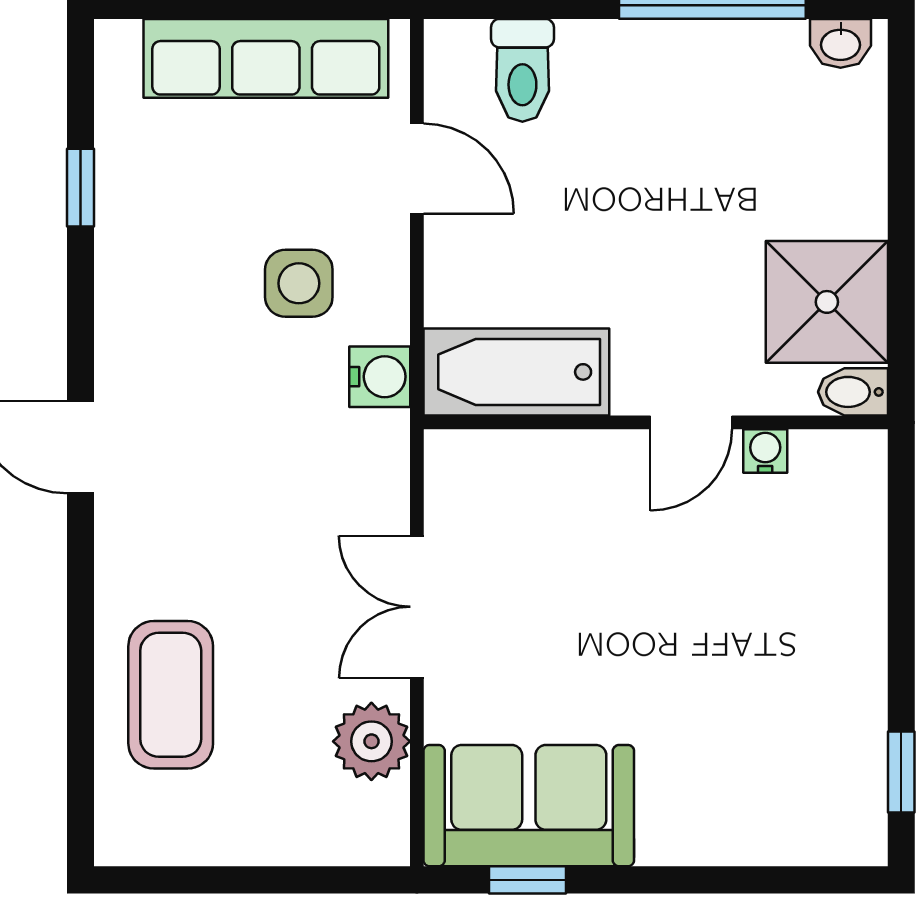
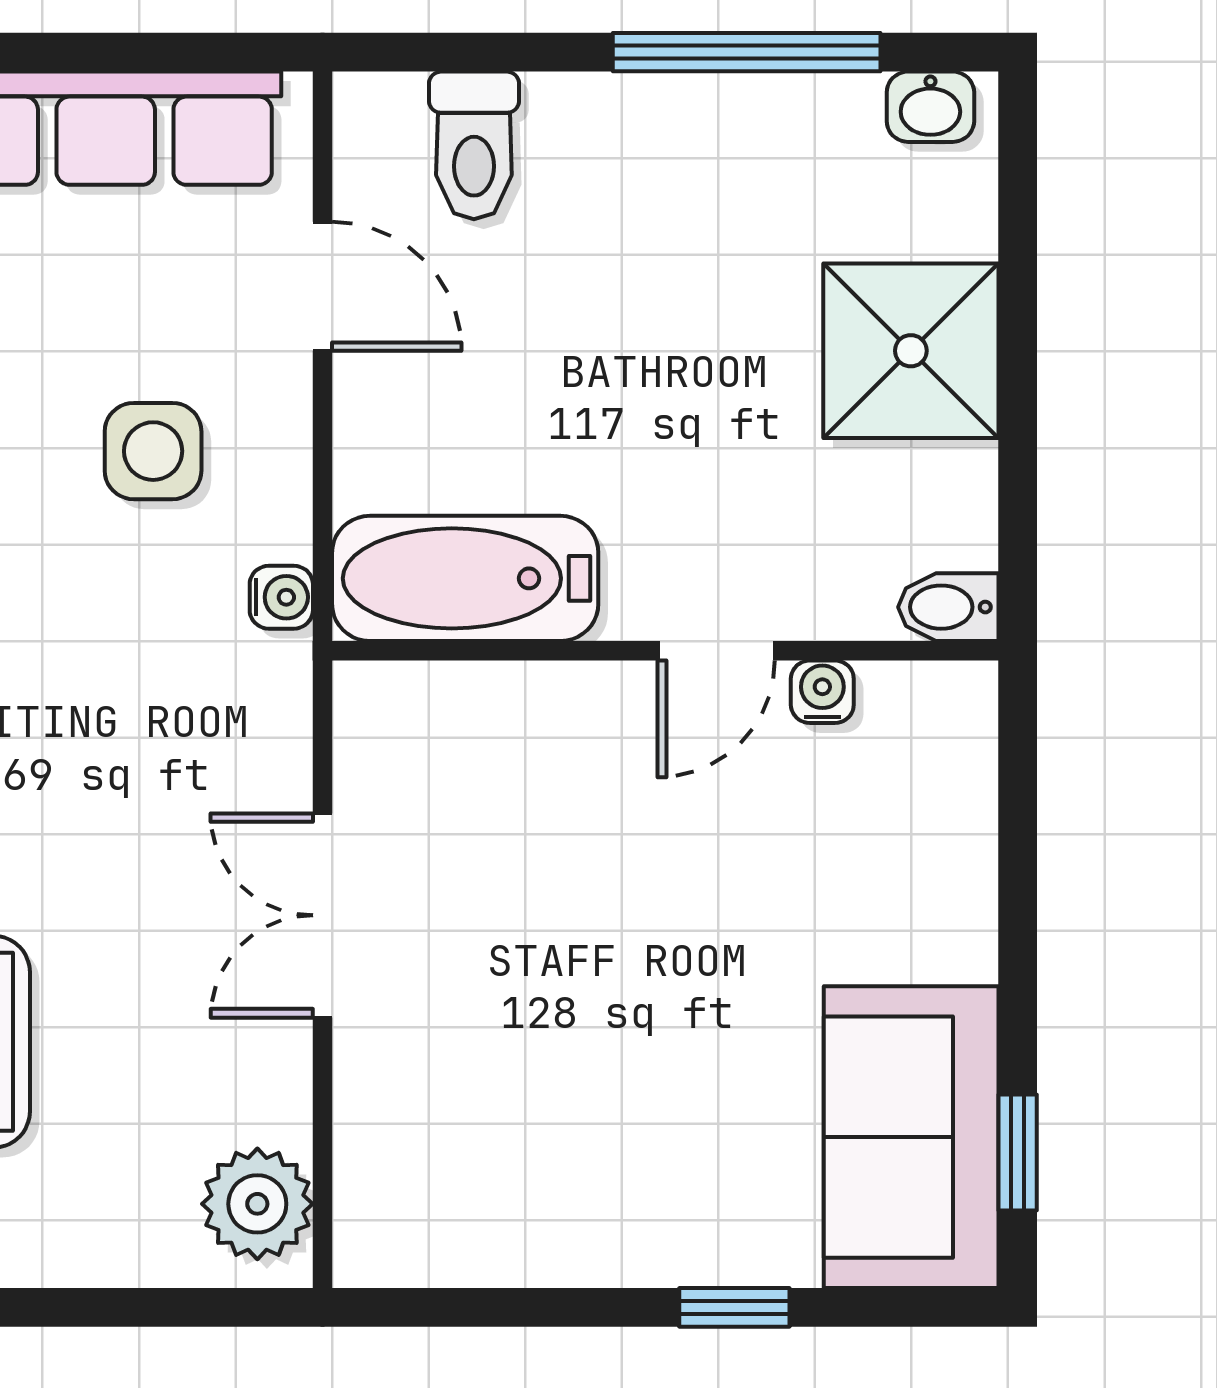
shower: (827, 302) -> (911, 351), moved
water cooler: (380, 377) -> (281, 597), width x0.72, depth x0.72
plant: (371, 741) -> (257, 1204), moved
sofa: (529, 806) -> (911, 1137), moved, turned -90
window: (527, 880) -> (734, 1307), moved

